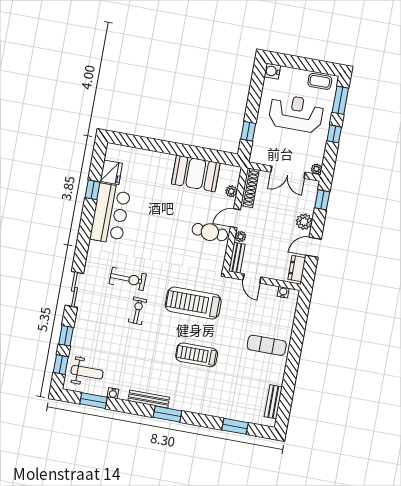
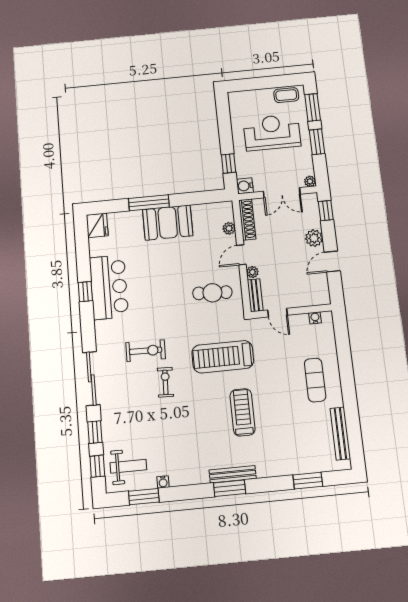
water cooler: (272, 71) -> (245, 186), moved
window: (334, 134) -> (317, 142), width x1.50
window: (166, 147) -> (149, 203), added
fridge: (111, 172) -> (97, 225), moved
booth: (196, 173) -> (168, 223), moved
window: (93, 190) -> (85, 292), moved
cafe table: (210, 232) -> (212, 293), moved
dresser: (297, 269) -> (322, 289), removed
sliding door: (74, 289) -> (91, 378), width x1.37
exercise mat: (267, 345) -> (315, 380), turned 90
treadmill: (197, 355) -> (243, 412), turned 90
bench: (149, 399) -> (233, 474), moved
bench: (273, 402) -> (340, 433), width x1.36

